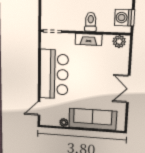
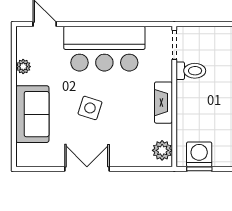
toilet: (91, 22) -> (191, 71), moved
side table: (90, 85) -> (90, 108), added
sofa: (93, 119) -> (32, 114), width x0.73

